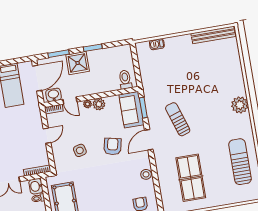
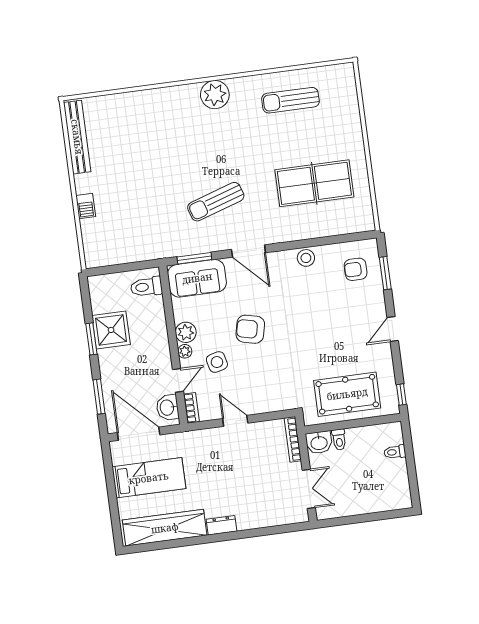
barbecue: (157, 44) -> (86, 206), moved
shower: (78, 63) -> (111, 330), moved
plant: (240, 105) -> (215, 95), moved
armchair: (113, 146) -> (250, 329), moved
side table: (80, 150) -> (217, 362), moved
sun lounger: (240, 162) -> (290, 100), width x0.73, depth x0.75

